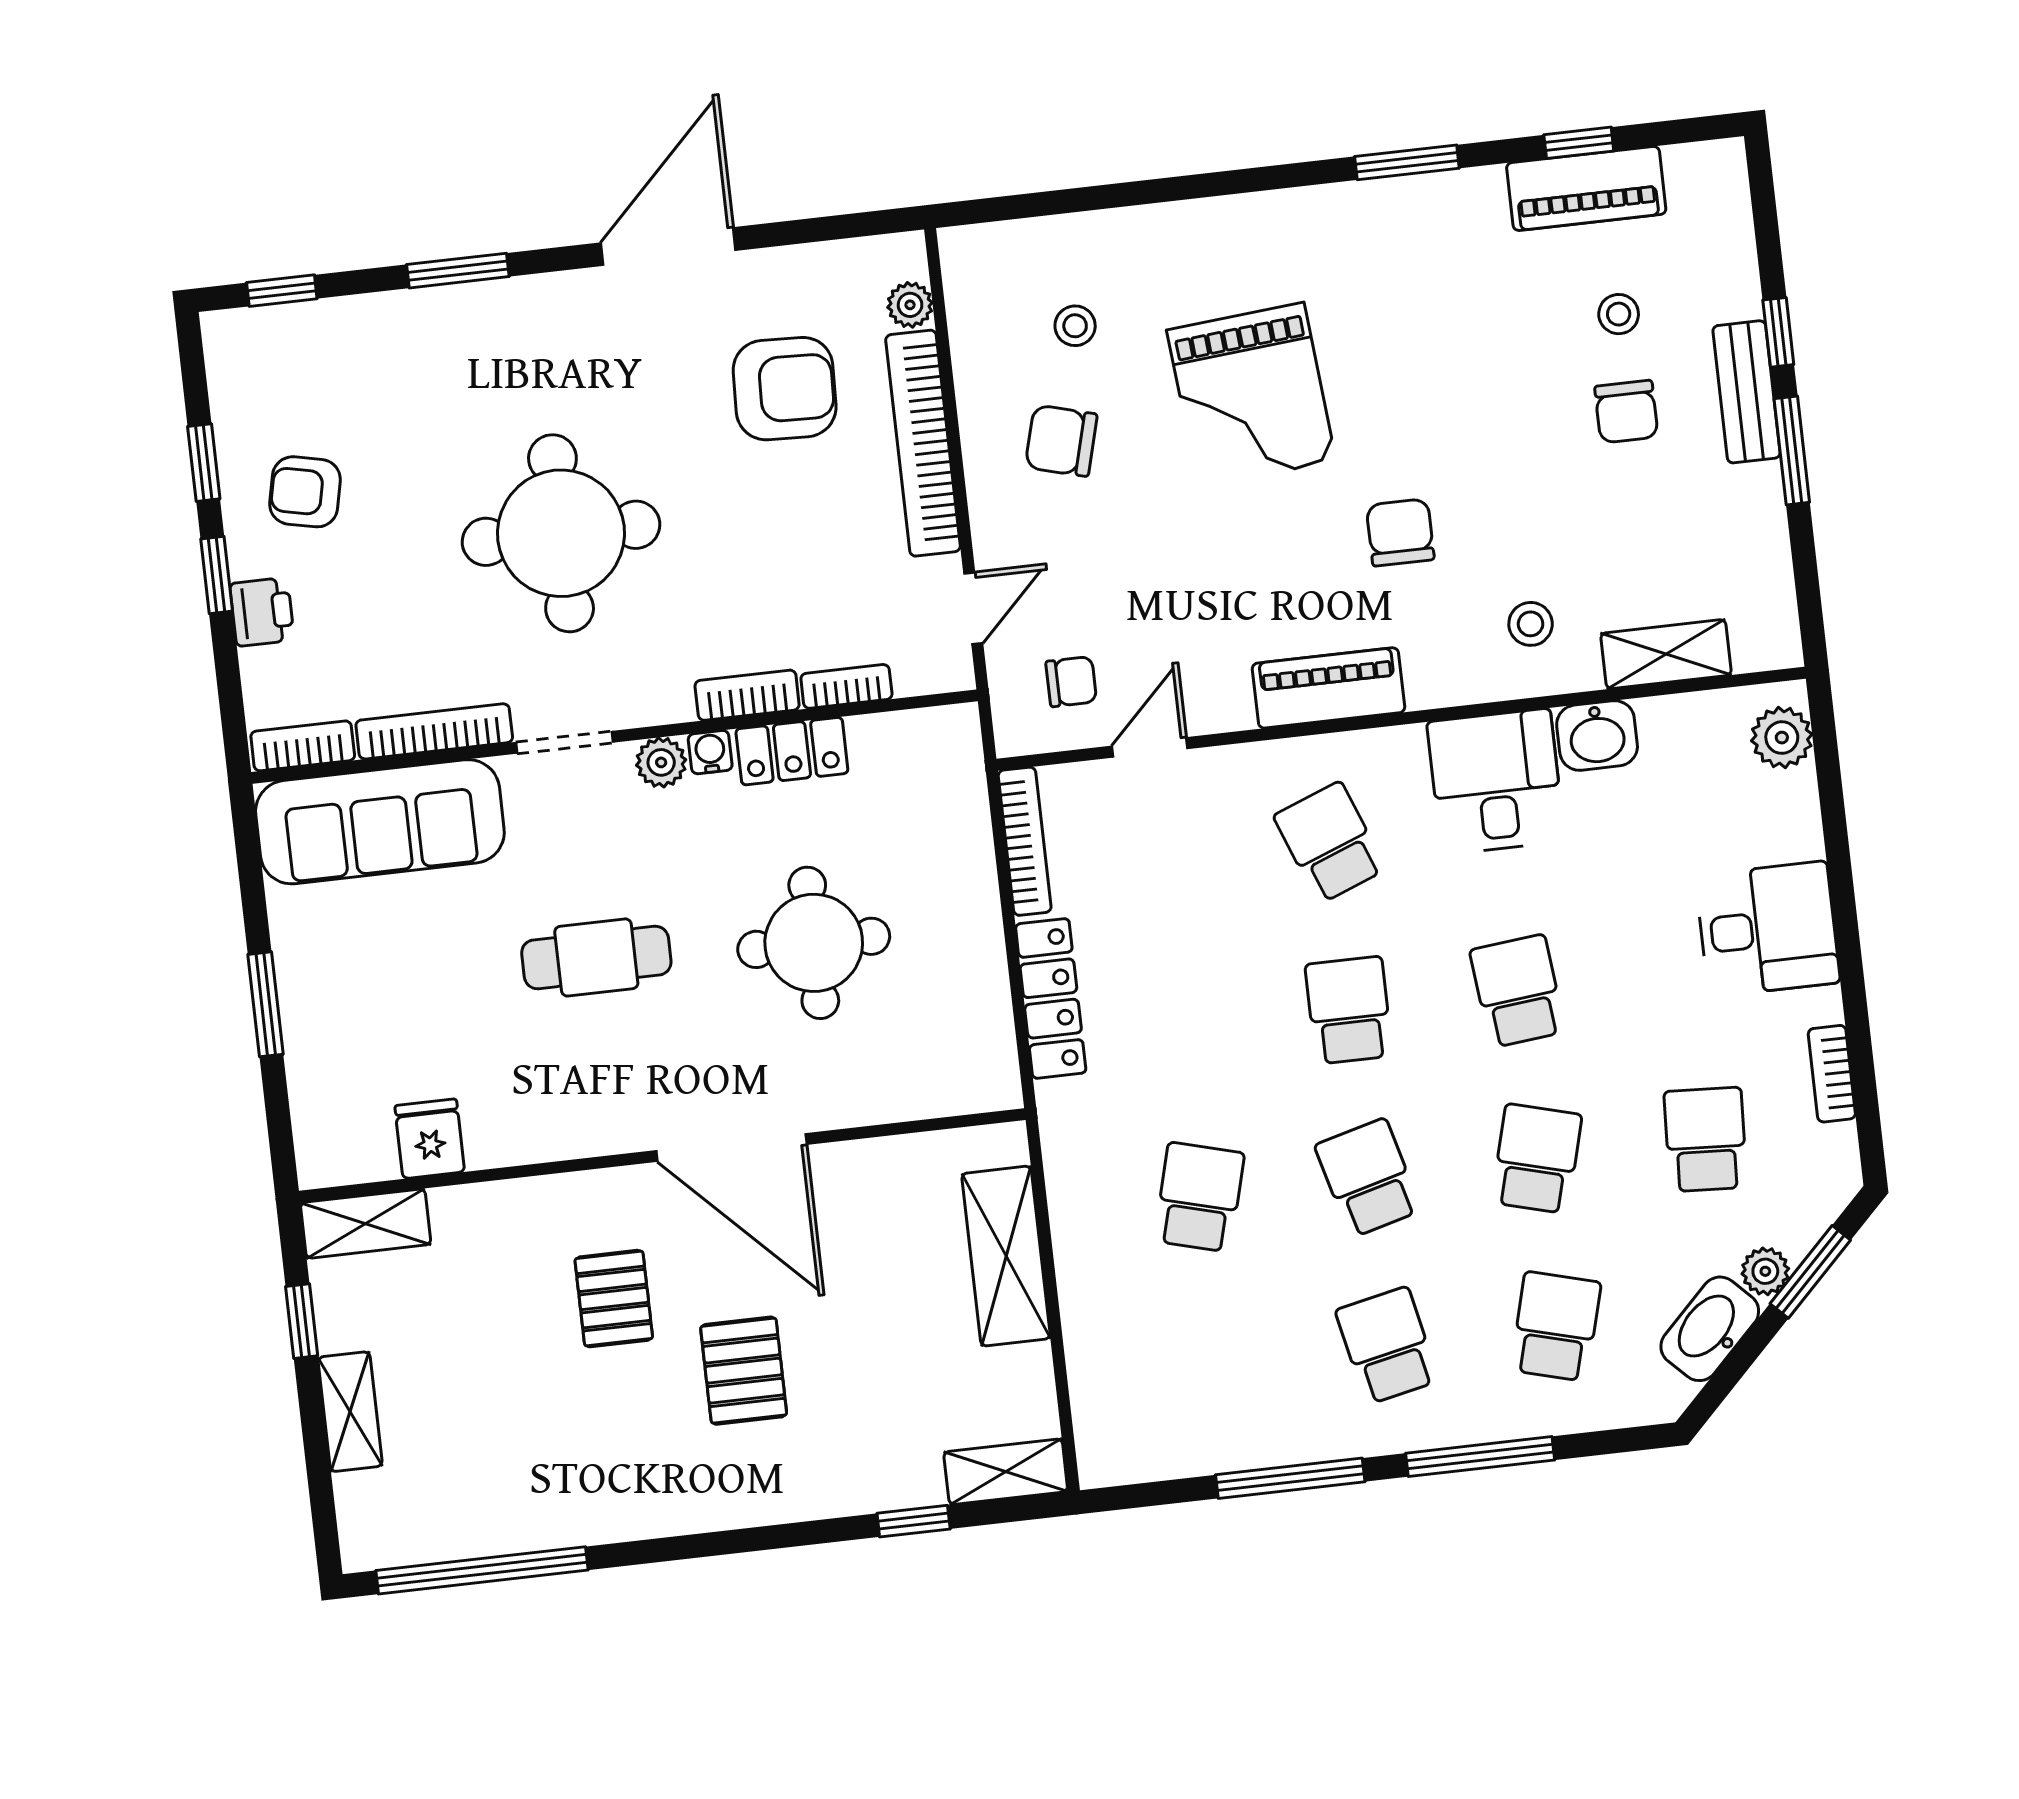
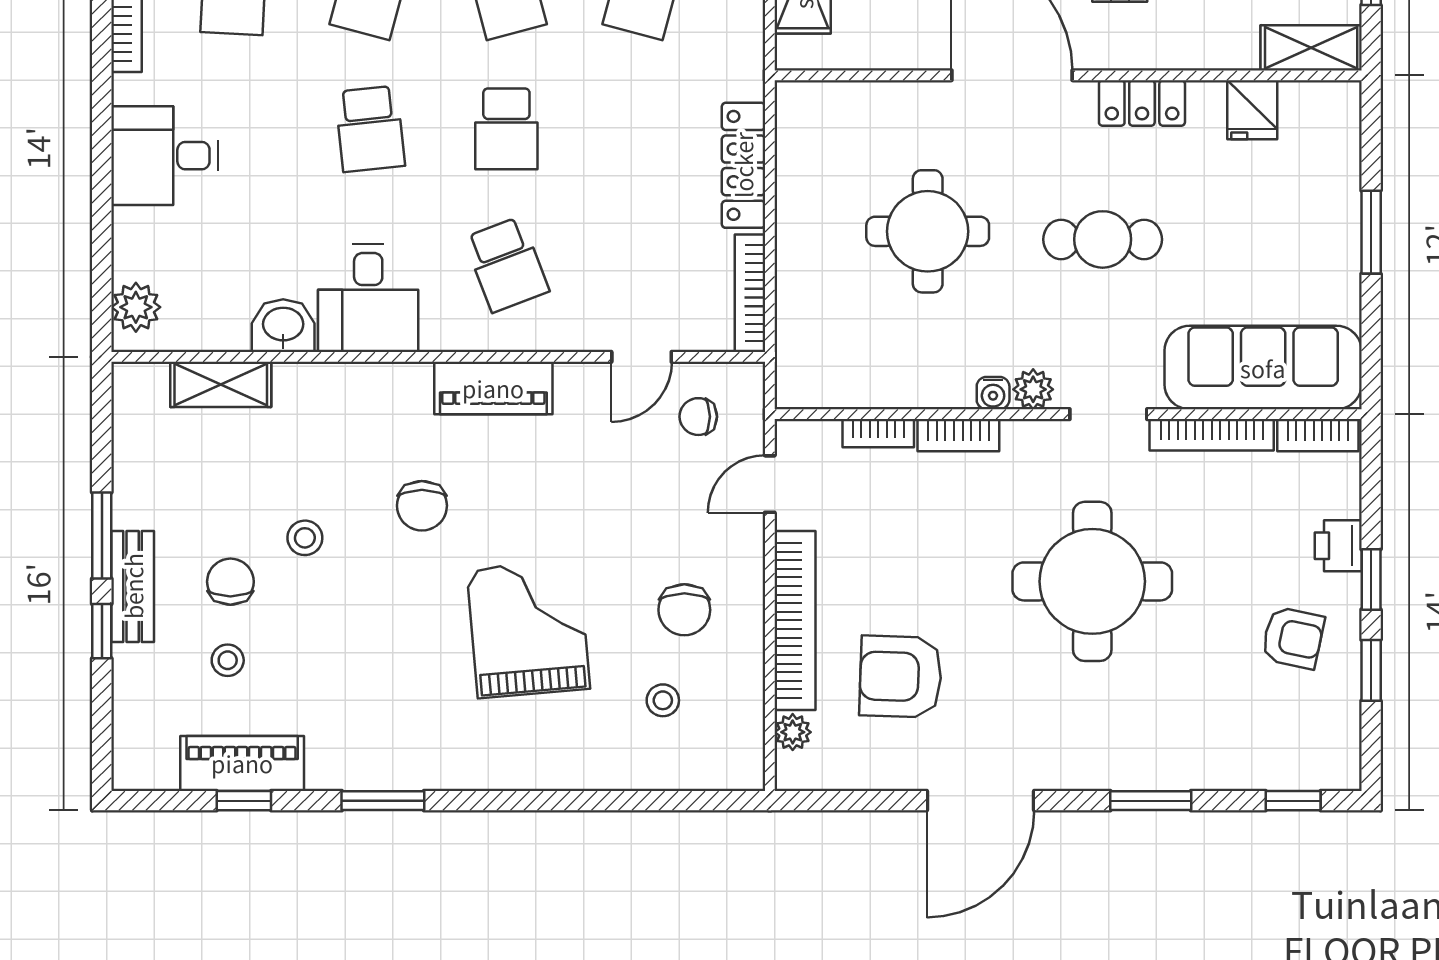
chair: (1061, 441) -> (684, 610), turned 75
stool: (1531, 624) -> (305, 538), moved
locker: (792, 751) -> (1142, 103), moved, turned 180

